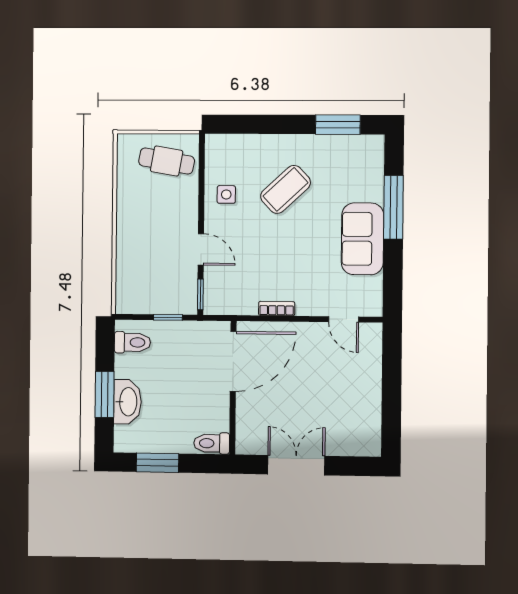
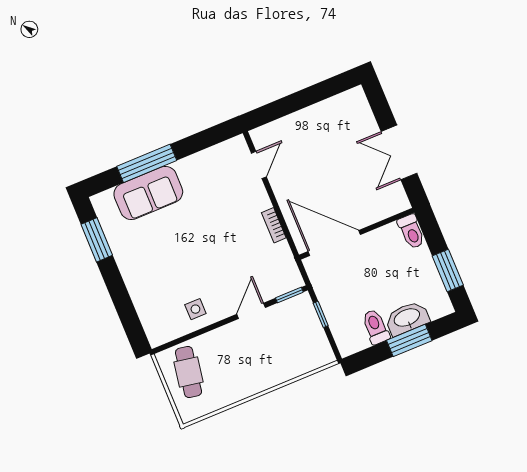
coffee table: (286, 189) -> (170, 261), removed
sofa: (362, 239) -> (148, 193), moved
toilet: (132, 342) -> (376, 327), moved

